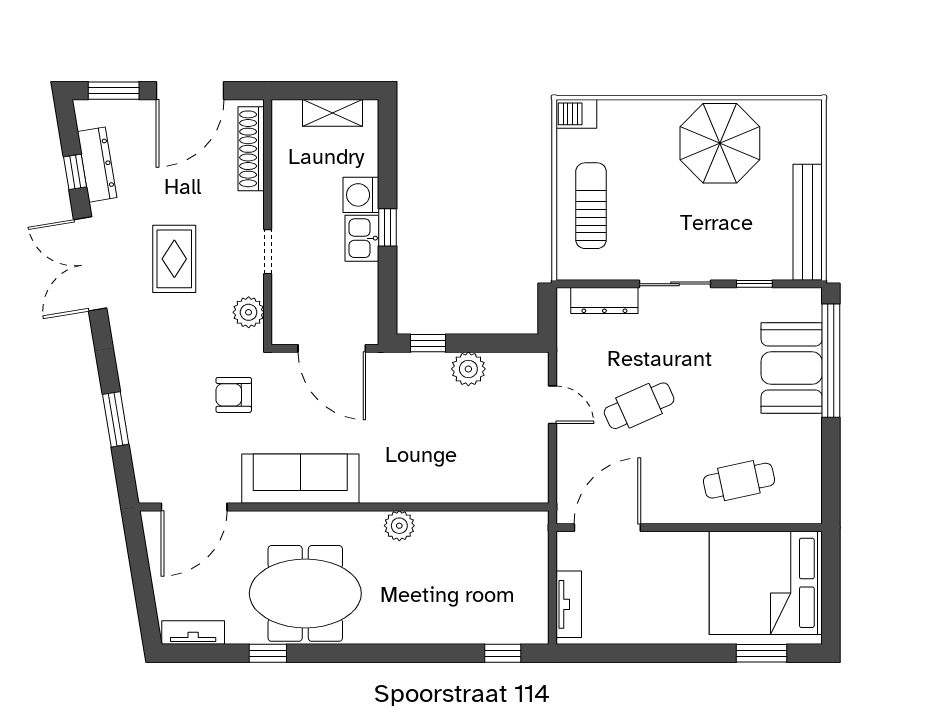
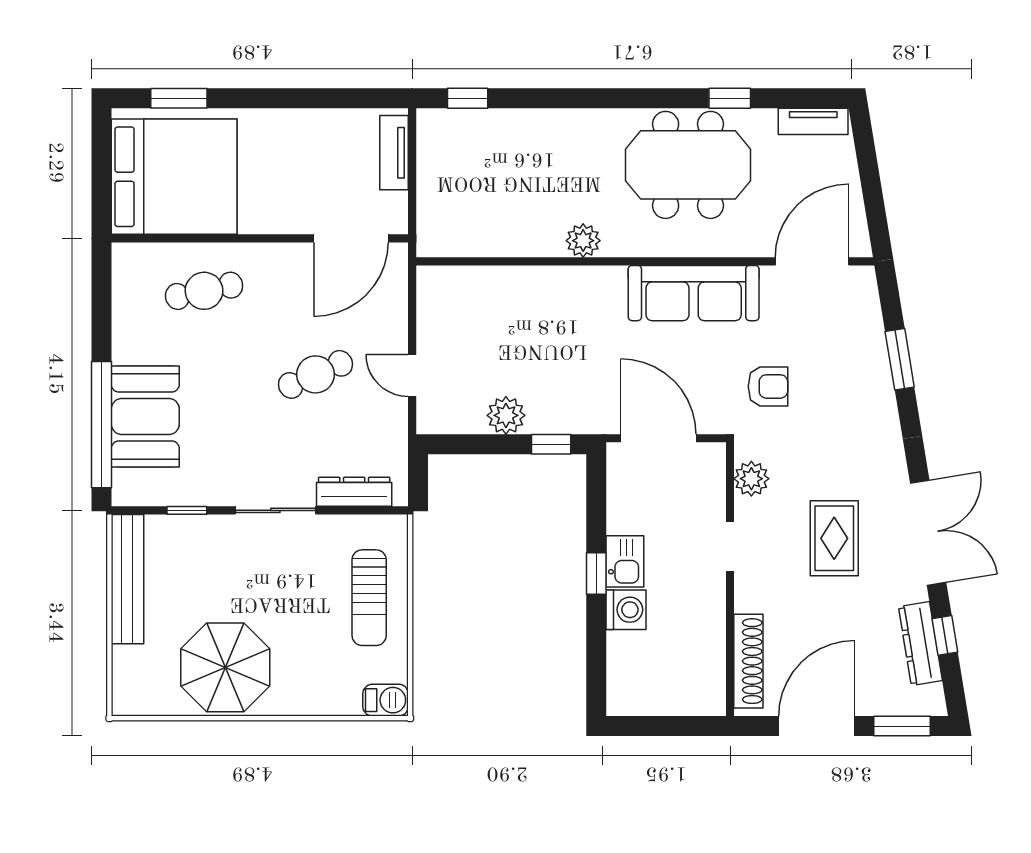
shelving: (332, 113) -> (658, 701), removed

